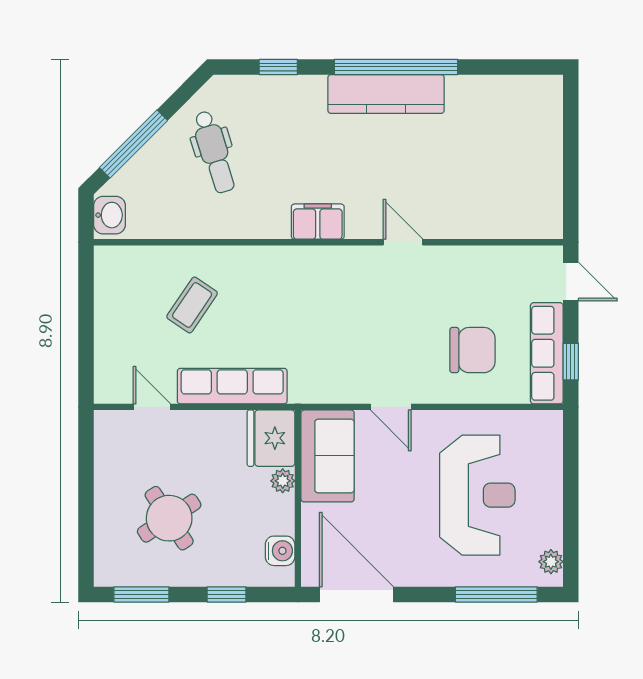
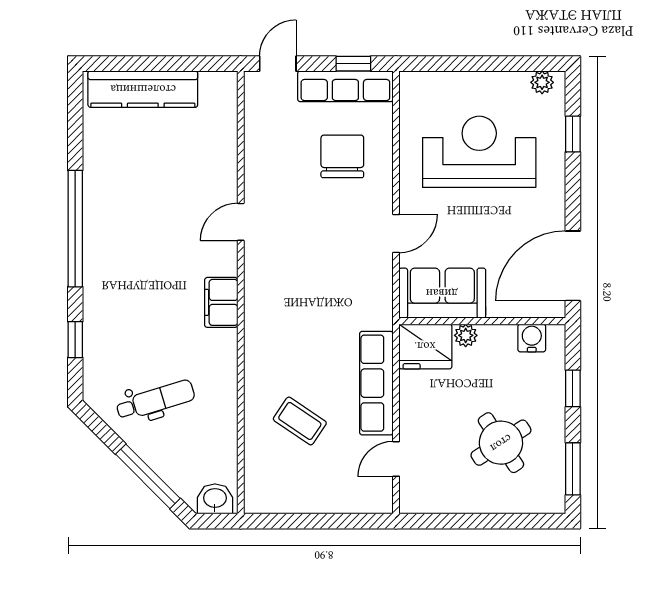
kitchen counter: (386, 94) -> (143, 89), moved, turned 90
window: (496, 594) -> (573, 134), width x0.46

